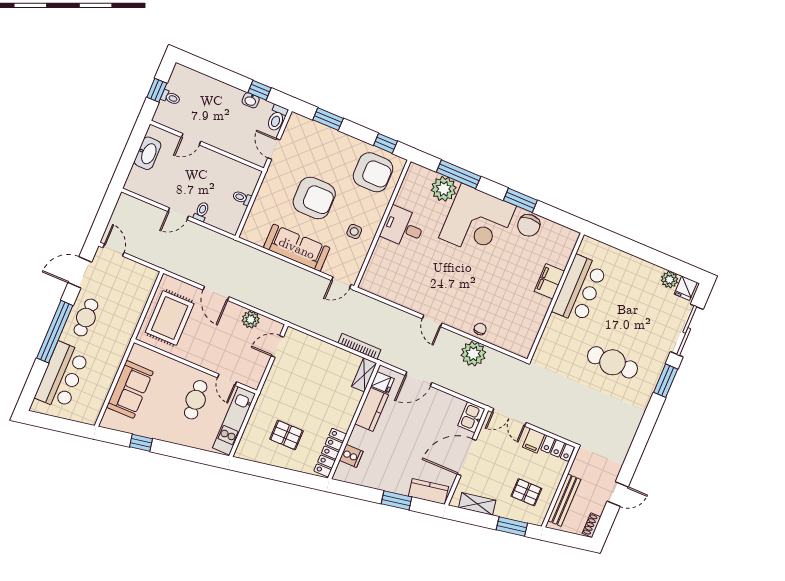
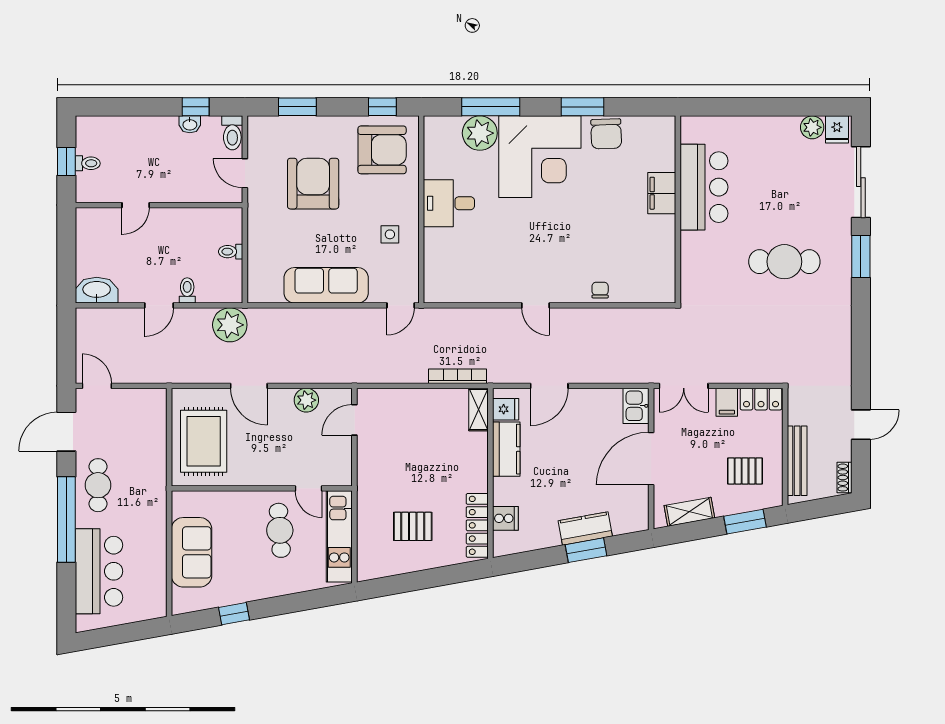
washbasin: (148, 153) -> (97, 290), moved, turned -90
armchair: (314, 198) -> (313, 184), moved, turned -90
plant: (473, 354) -> (230, 325), moved
kitchen counter: (428, 491) -> (585, 528), moved

